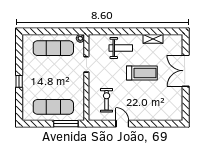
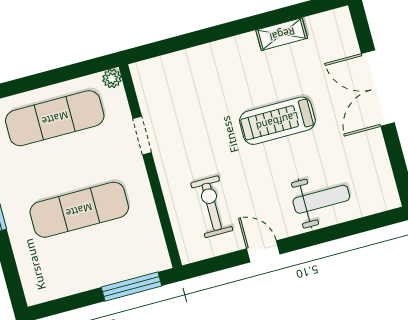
weight bench: (121, 48) -> (321, 199), moved
treadmill: (142, 73) -> (277, 121), turned 180
exercise mat: (53, 107) -> (79, 210), moved

